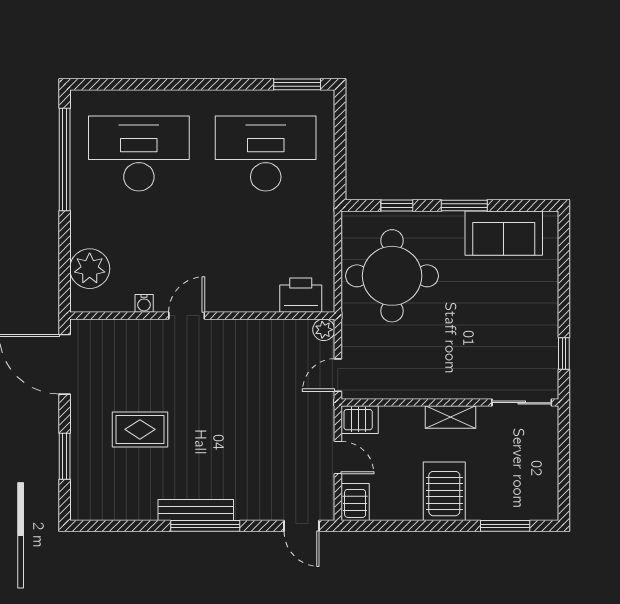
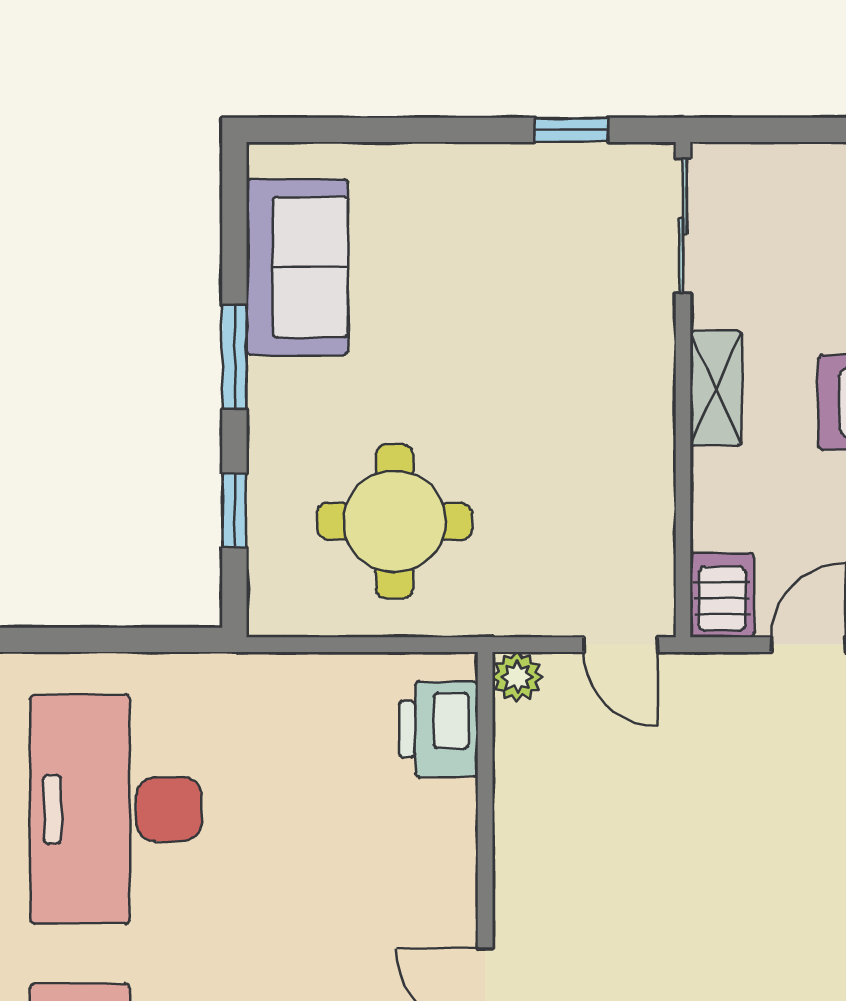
round table: (392, 276) -> (395, 521), width x0.73, depth x0.73

